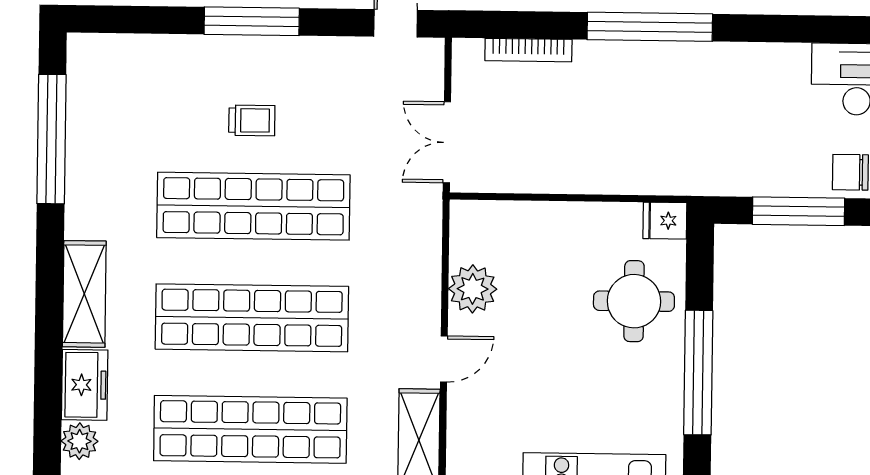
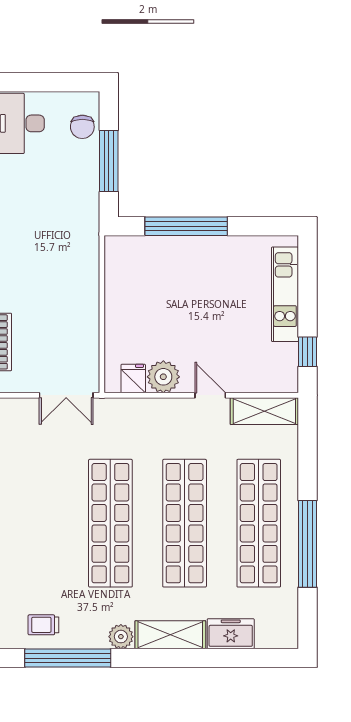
trolley: (252, 120) -> (43, 625), moved, turned -90
fridge: (665, 221) -> (133, 379), moved, turned 180
round table: (634, 301) -> (170, 269), removed
window: (698, 373) -> (186, 226), moved
plant: (80, 441) -> (121, 637), moved

